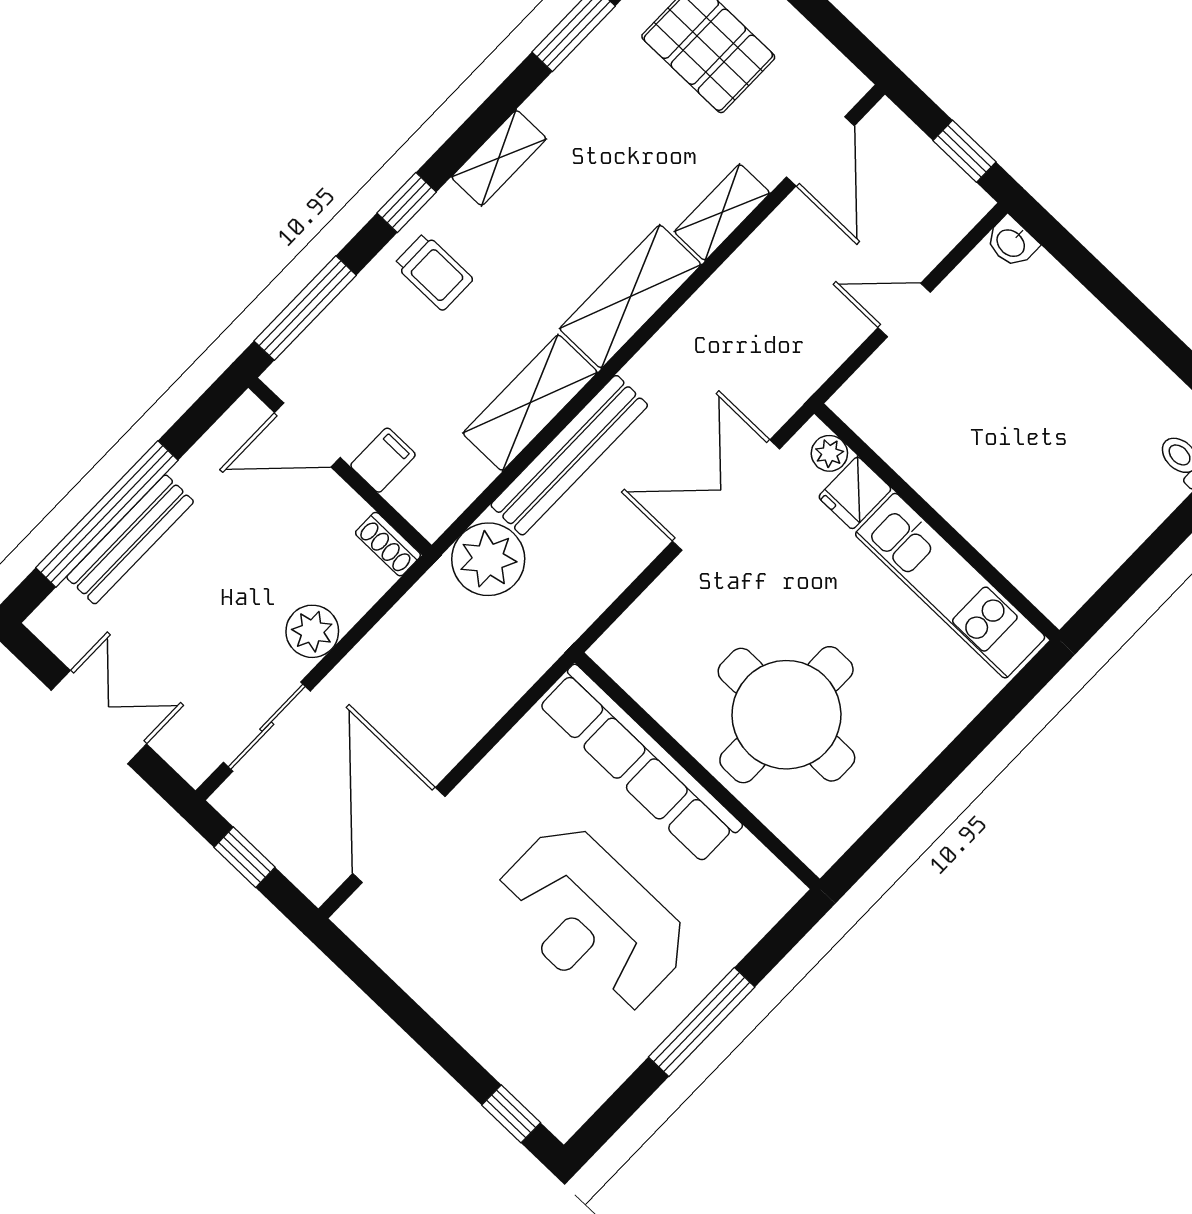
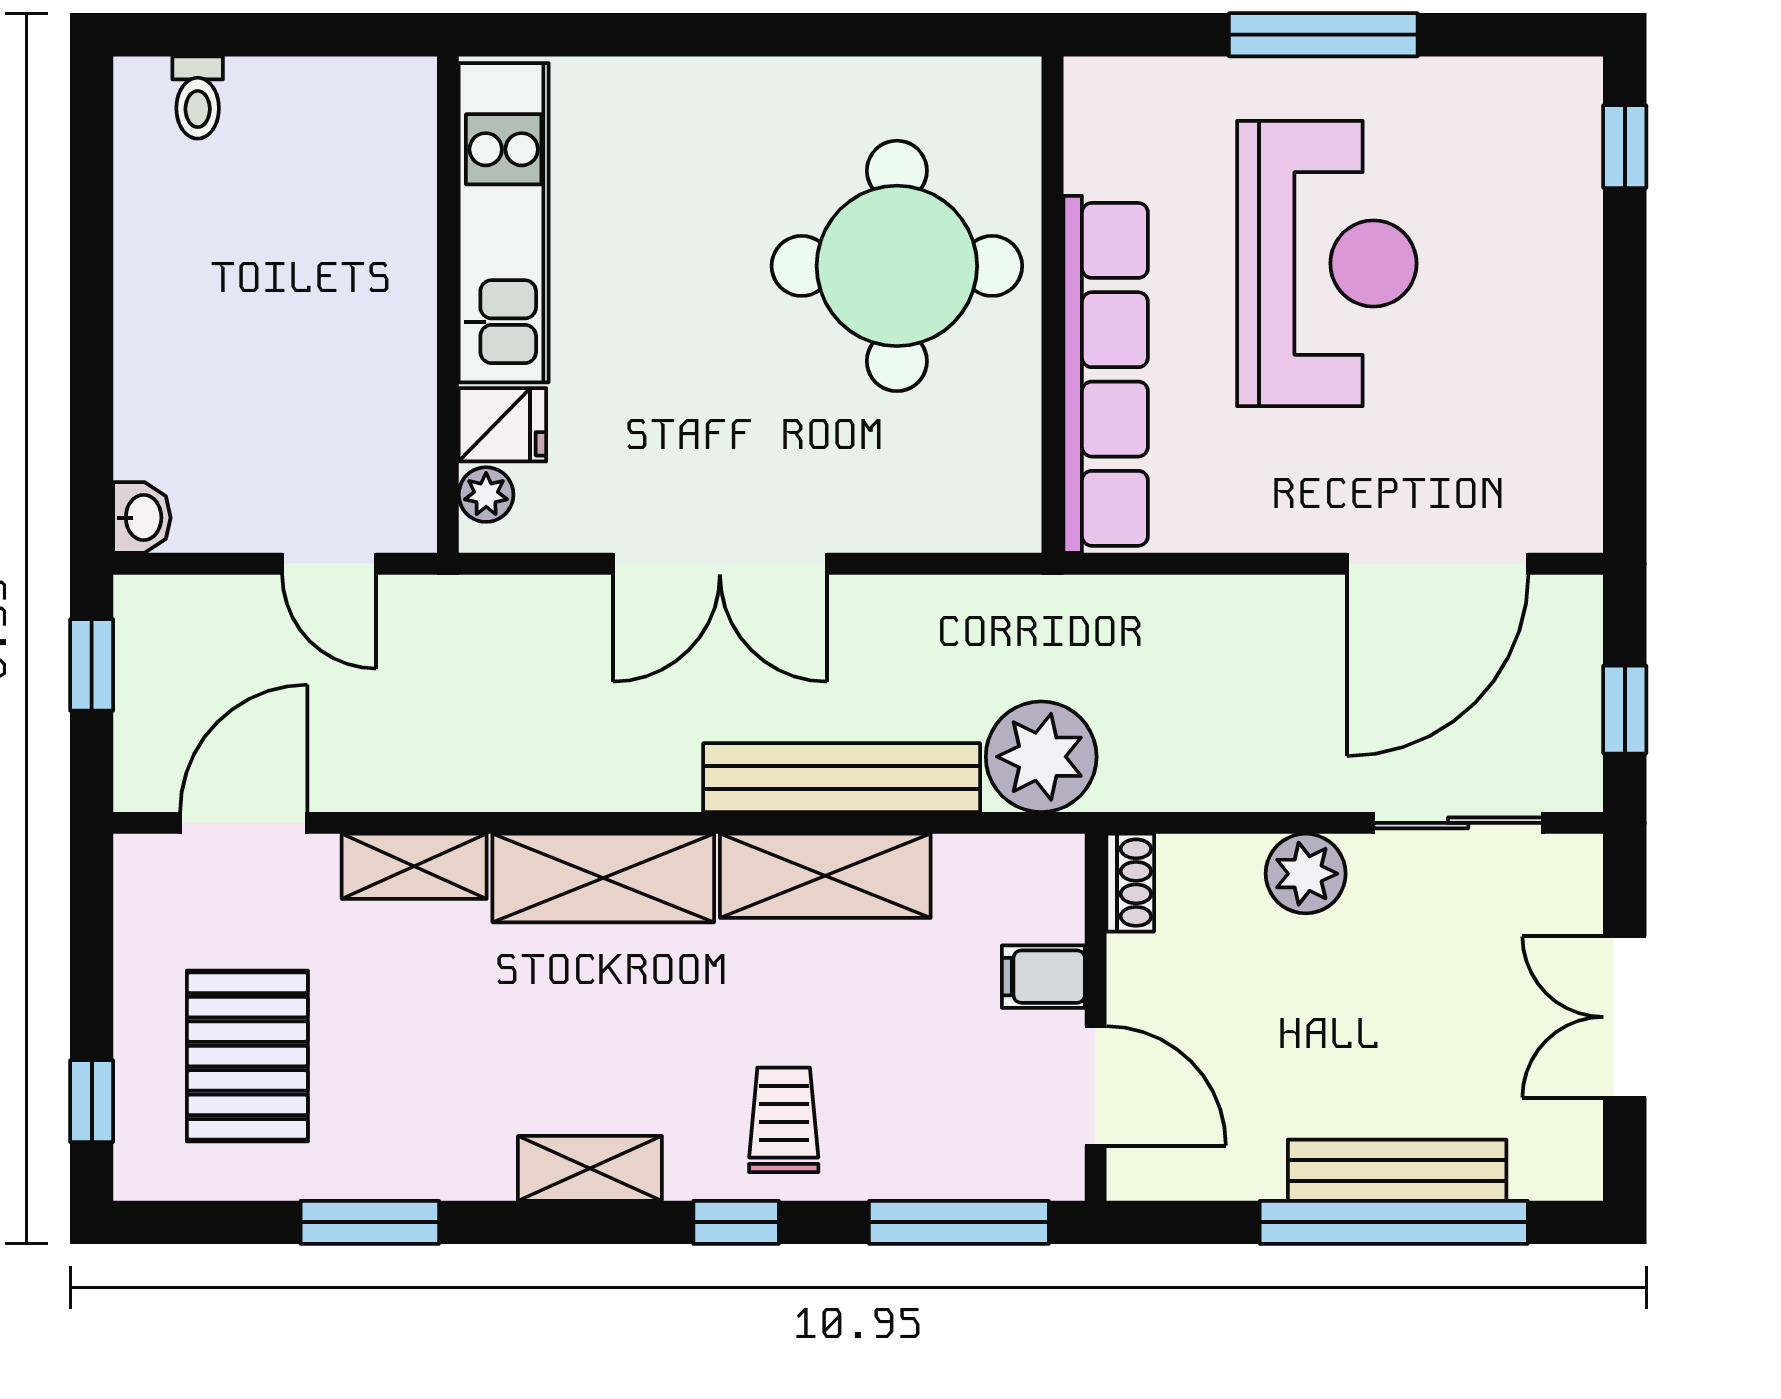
plant: (829, 453) -> (486, 495), moved
fridge: (855, 493) -> (502, 425), moved
wall: (937, 522) -> (448, 305), moved
kitchen unit: (950, 586) -> (504, 223), moved

